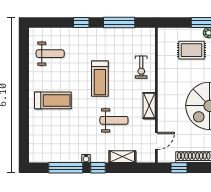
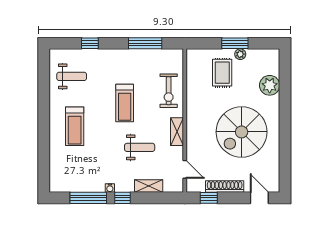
window: (81, 23) -> (90, 43), moved
rug: (191, 50) -> (222, 73), turned 90
exercise bike: (141, 67) -> (169, 91), width x1.38, depth x1.39
treadmill: (53, 100) -> (75, 126), turned 90
door: (156, 141) -> (185, 169), hinge flipped

